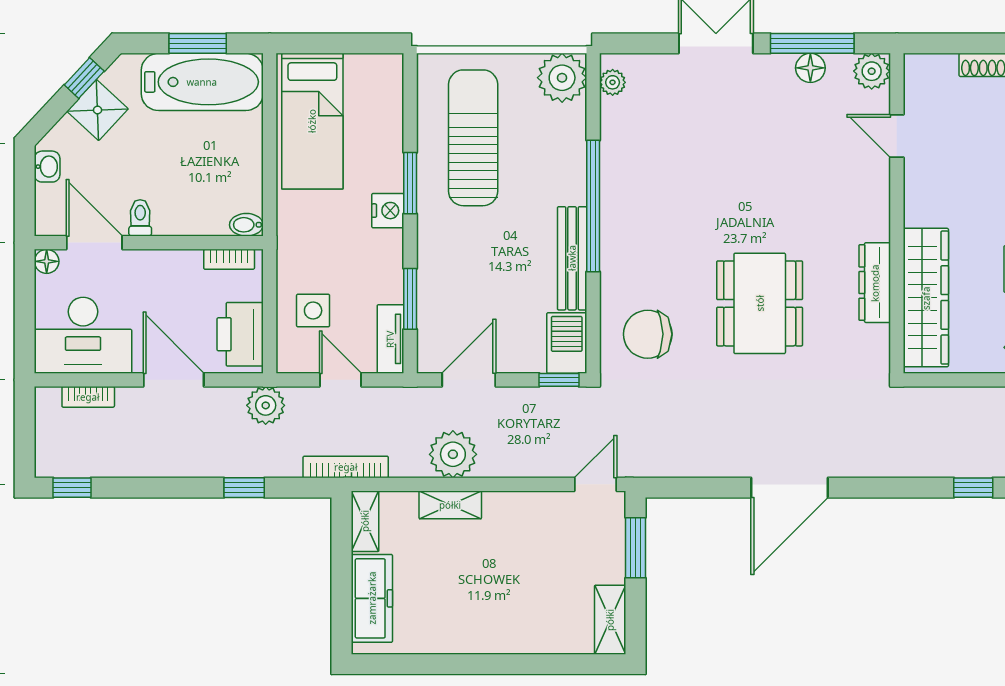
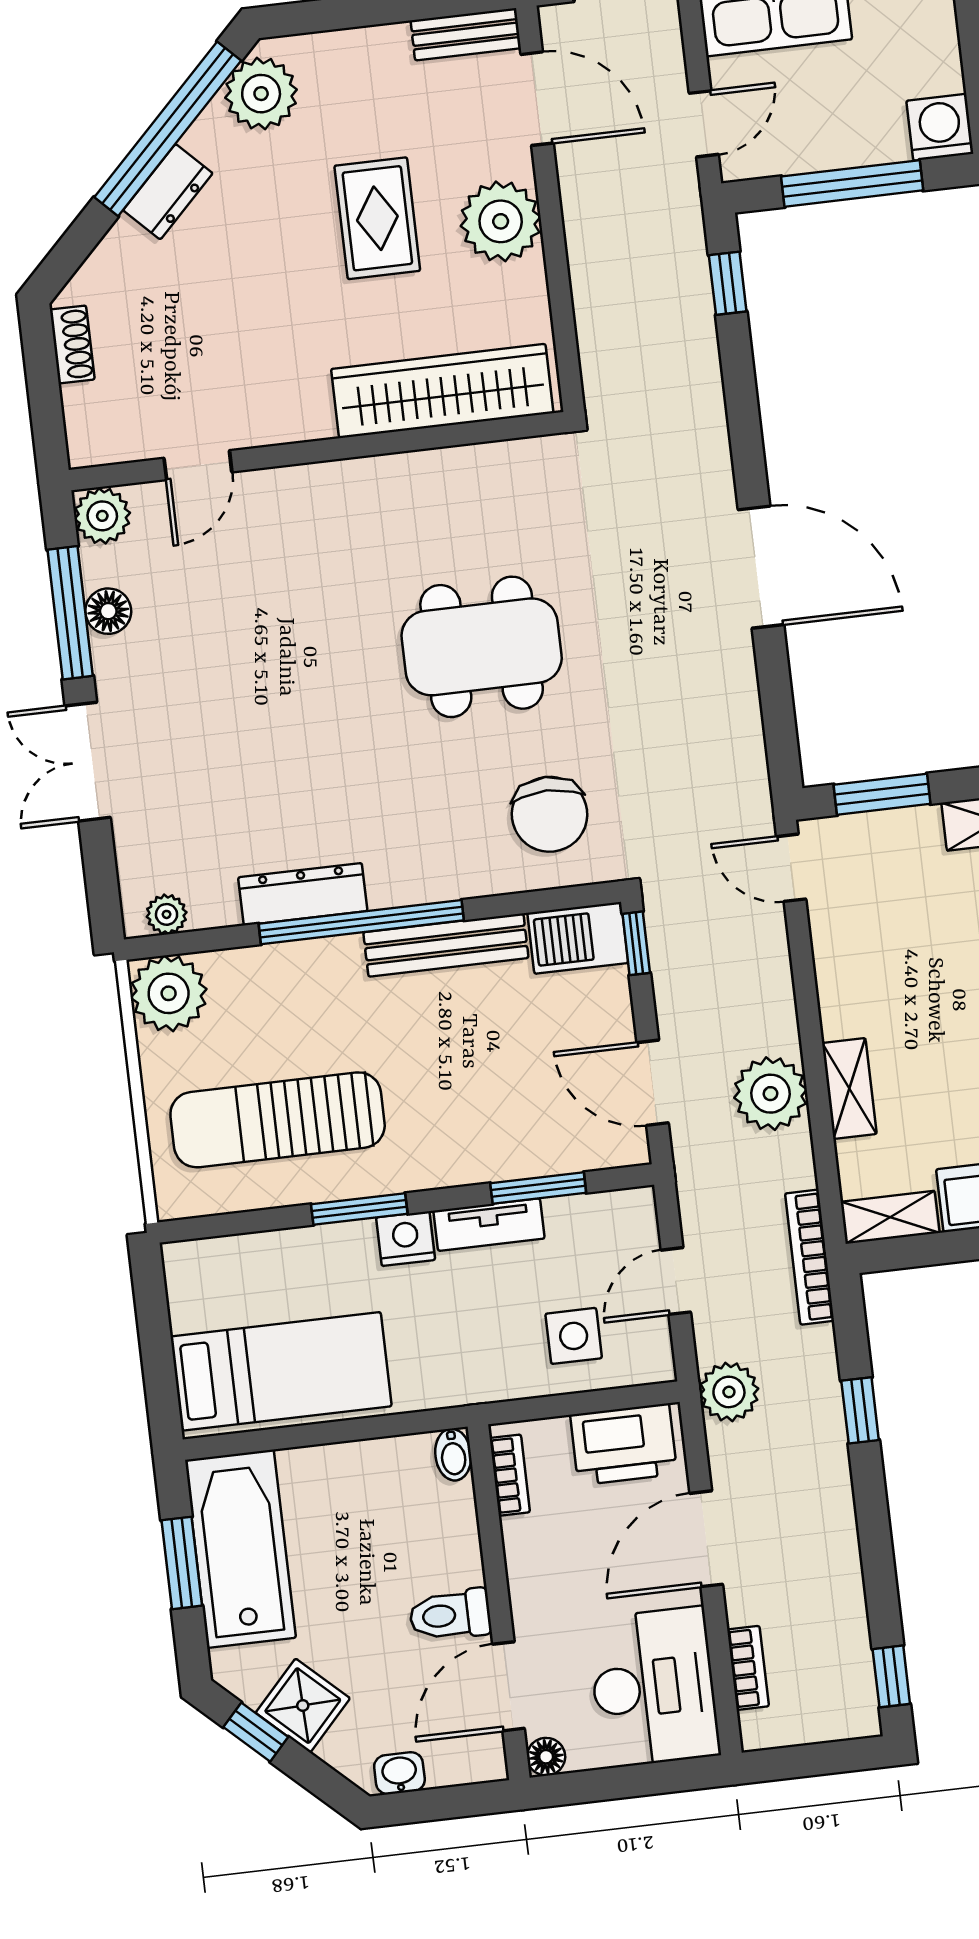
toilet: (140, 218) -> (450, 1615), width x1.37, depth x1.39
dresser: (875, 283) -> (303, 894), moved, turned 180
tv unit: (390, 339) -> (489, 1225), moved

